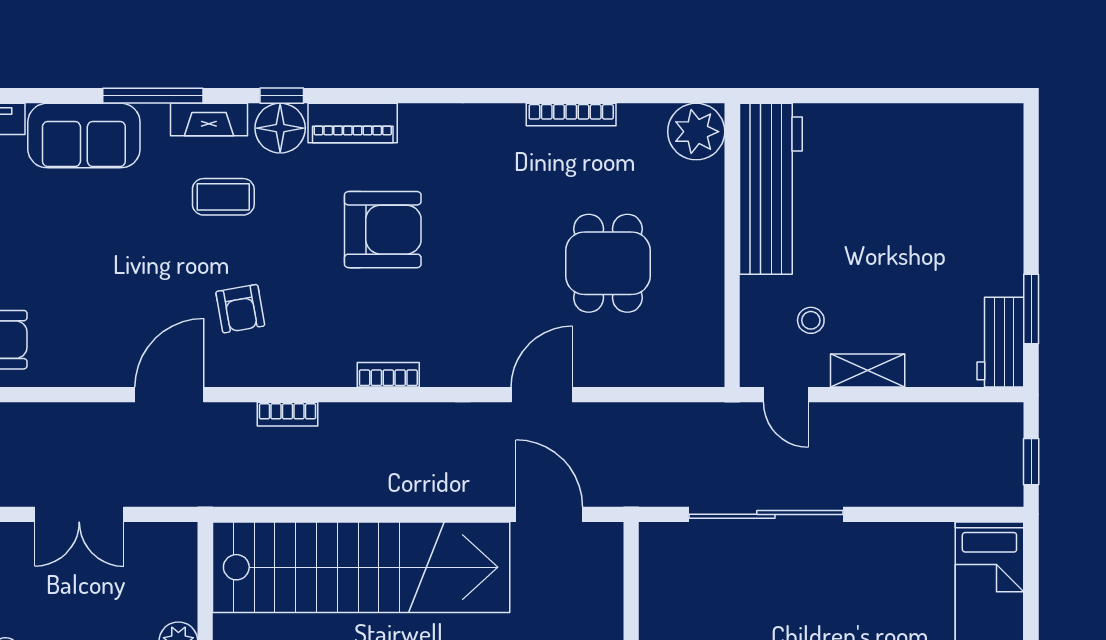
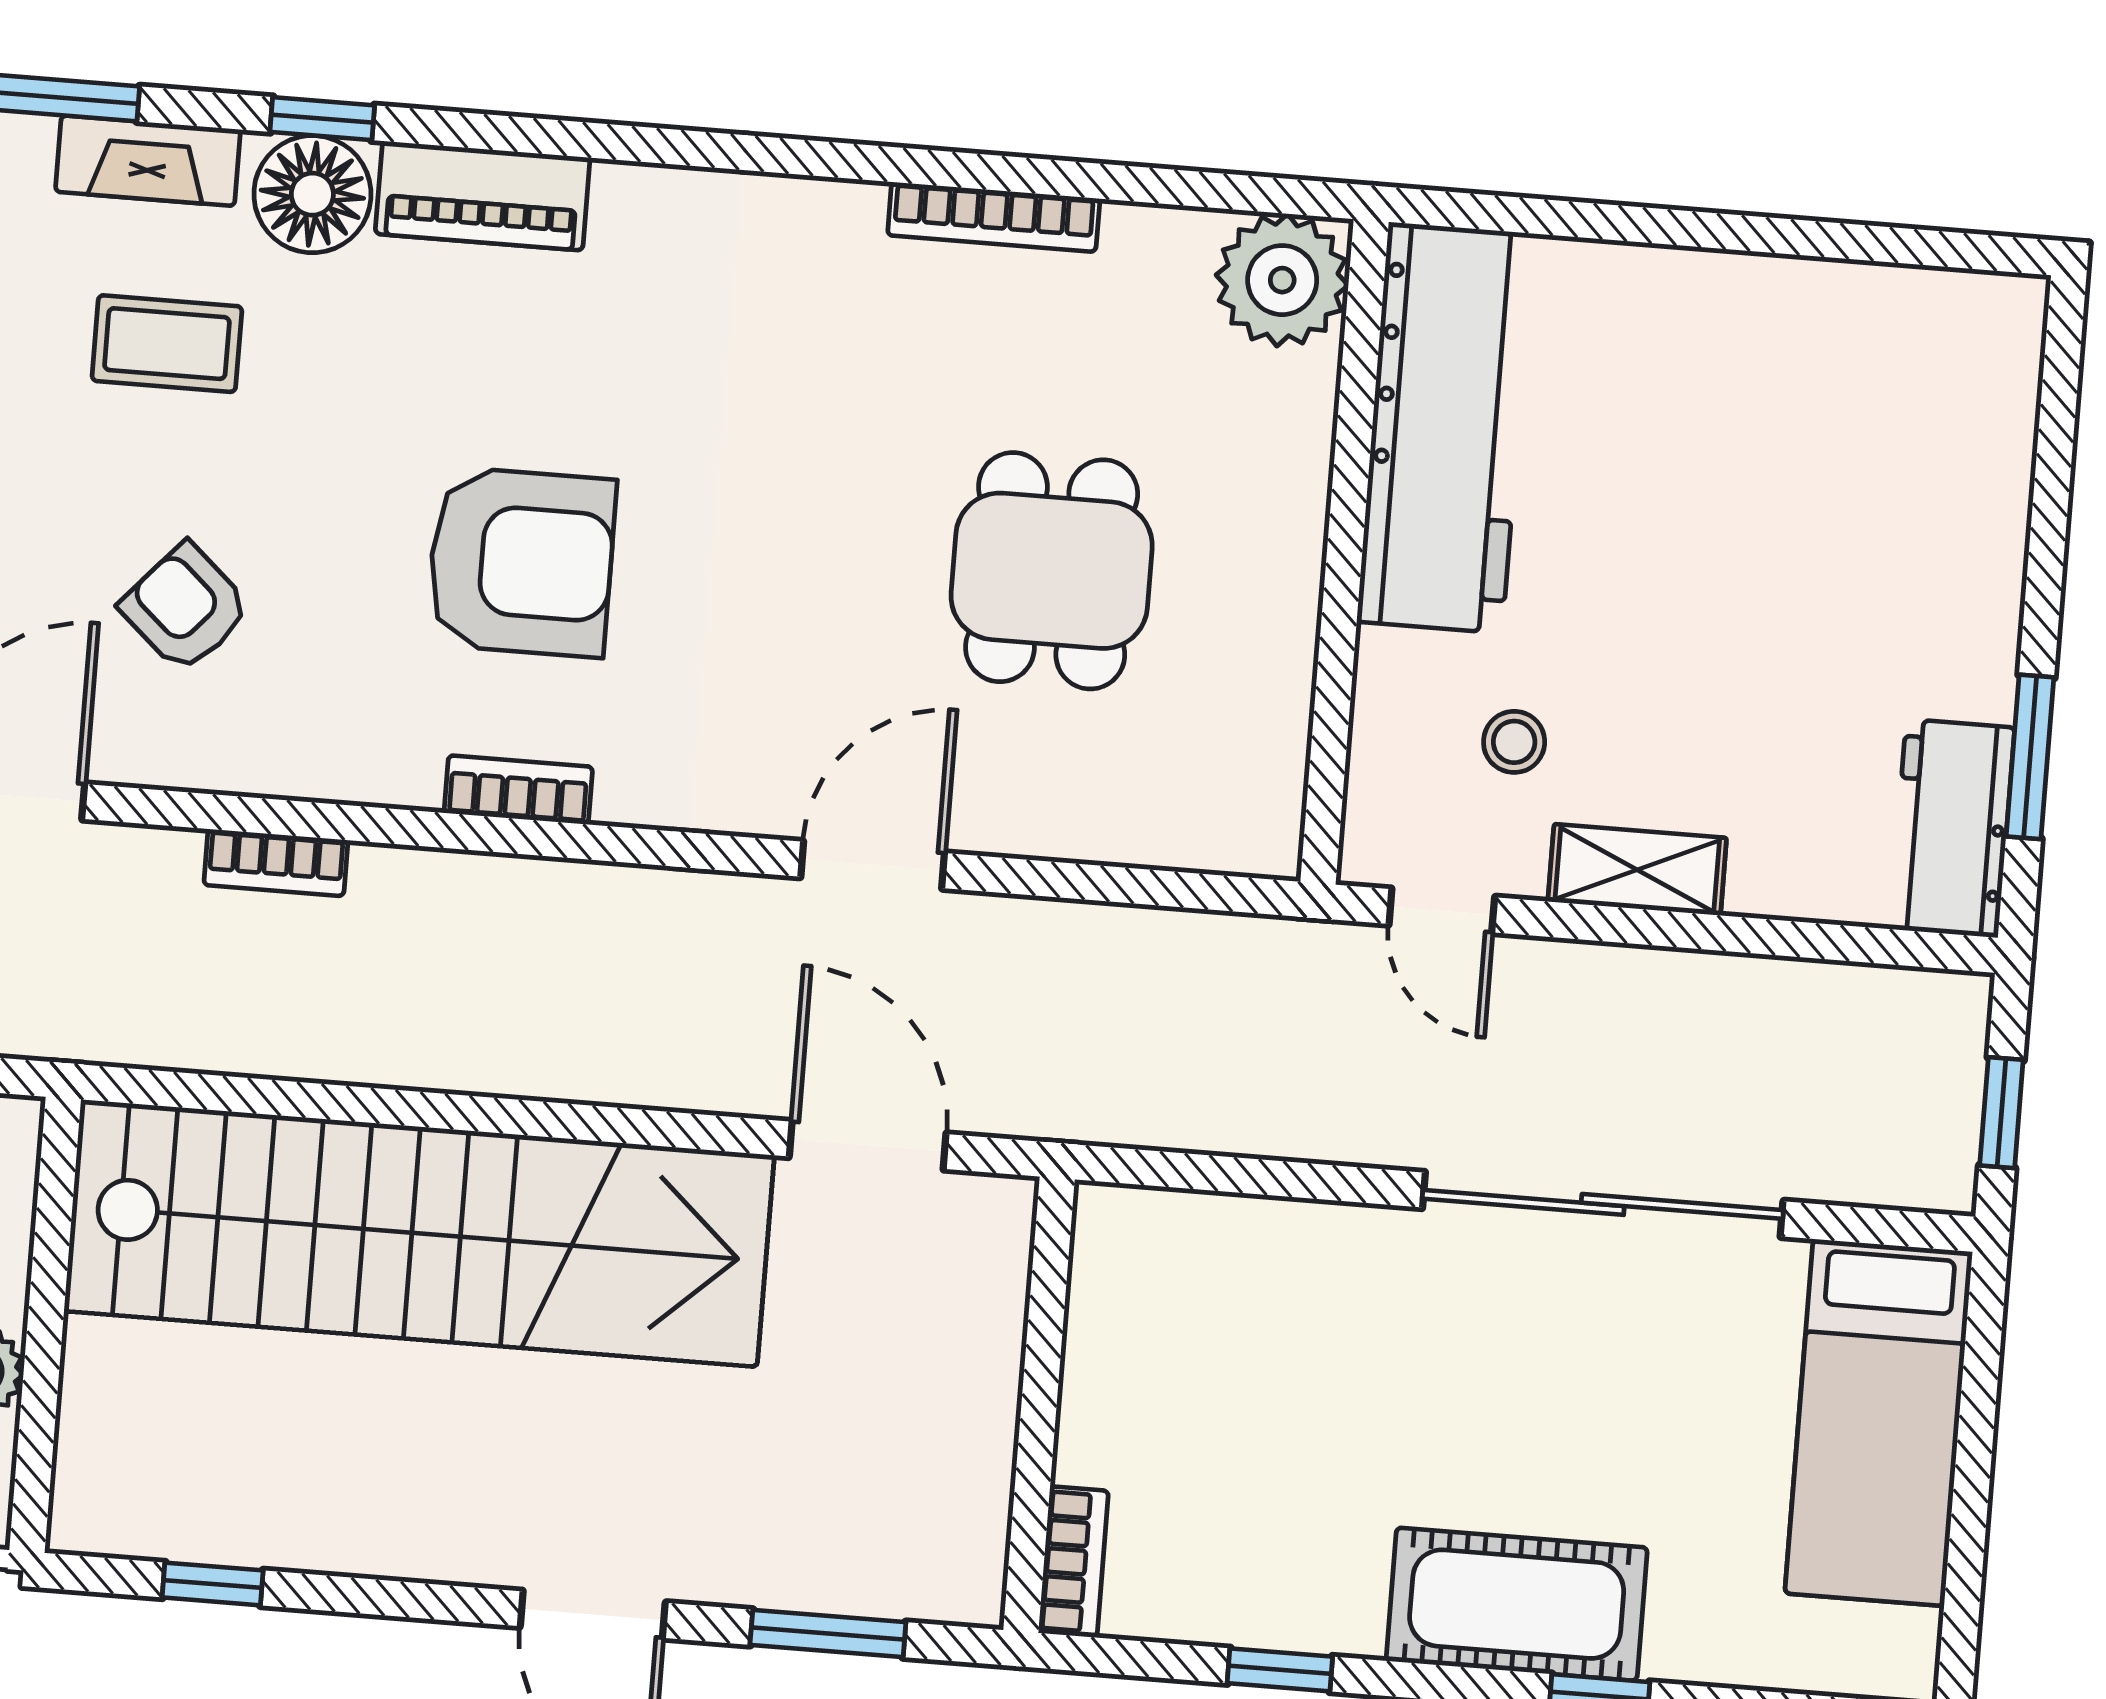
armchair: (383, 230) -> (521, 562), moved
armchair: (240, 309) -> (185, 608), turned 142
sliding door: (766, 514) -> (1603, 1204), moved

